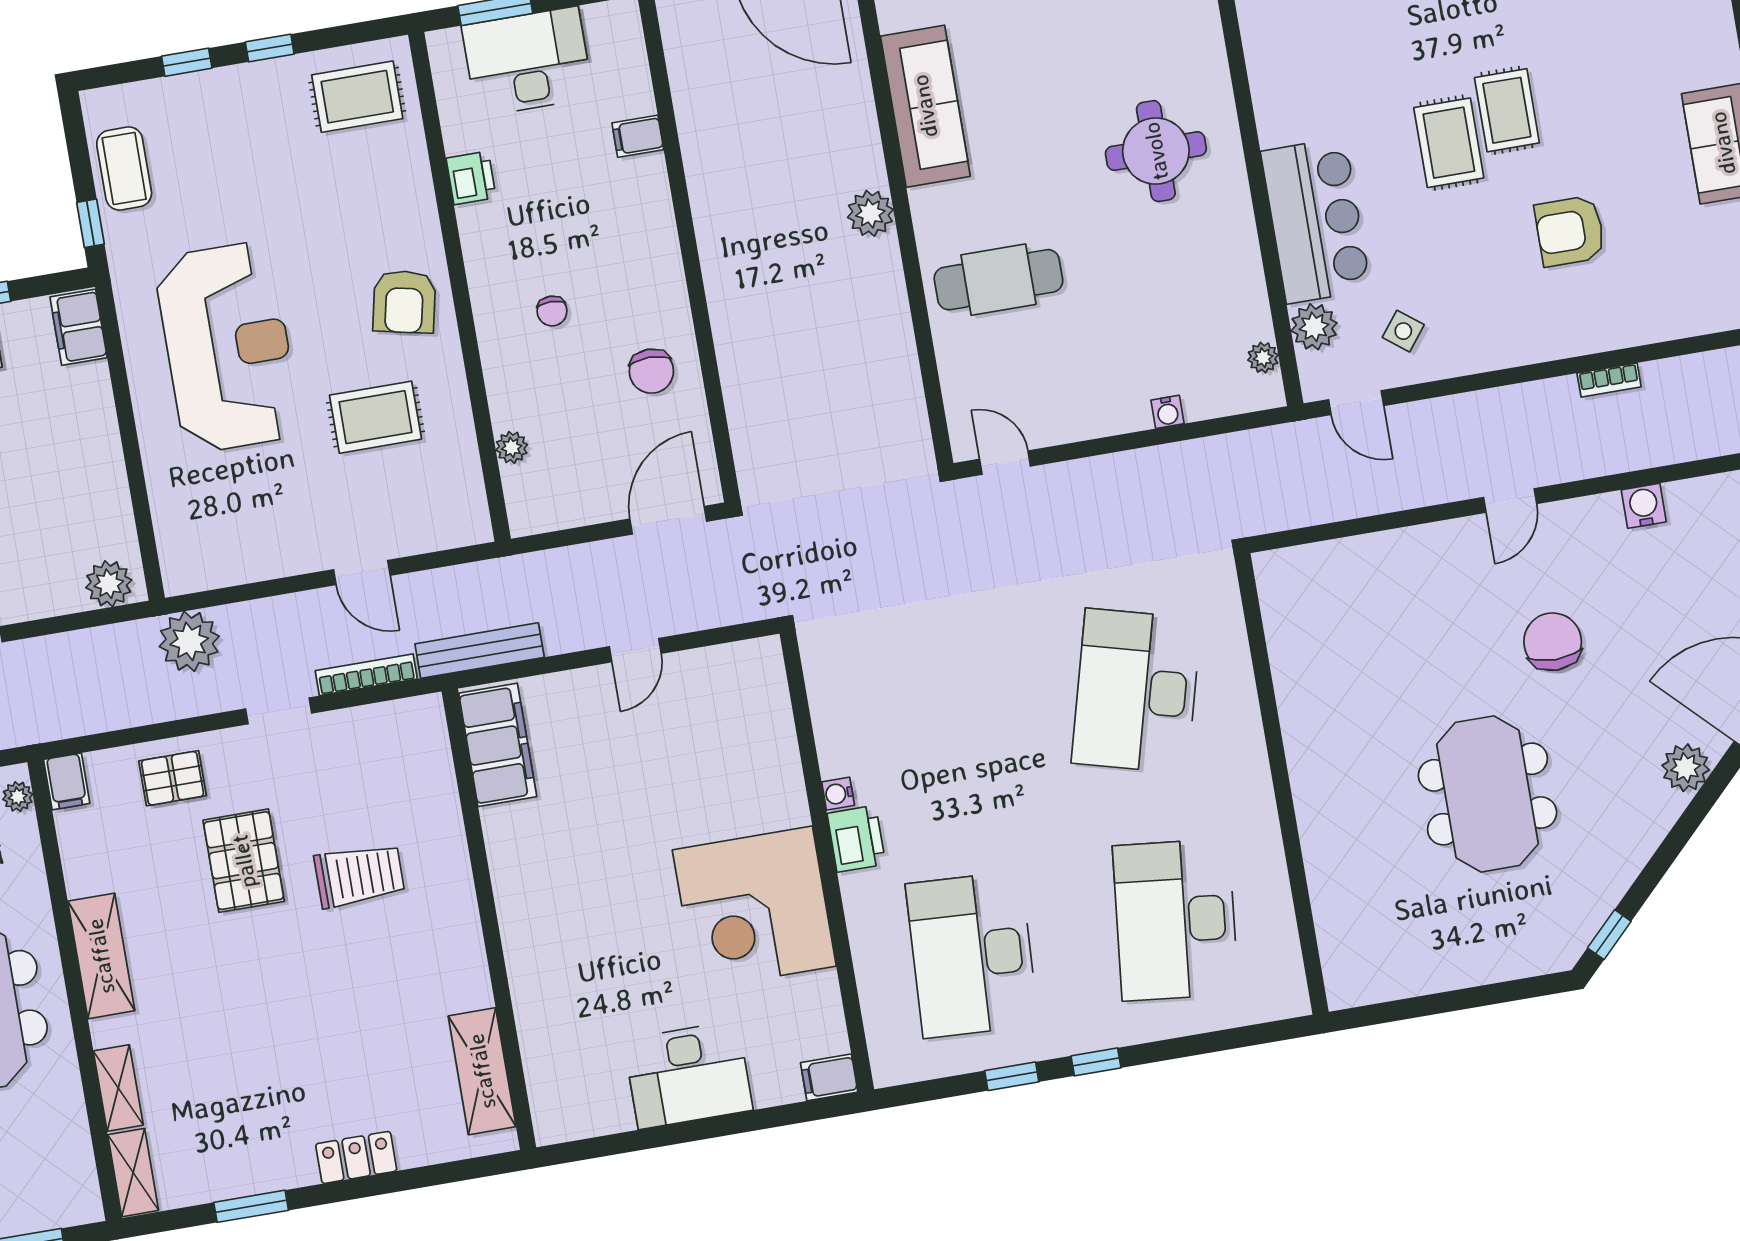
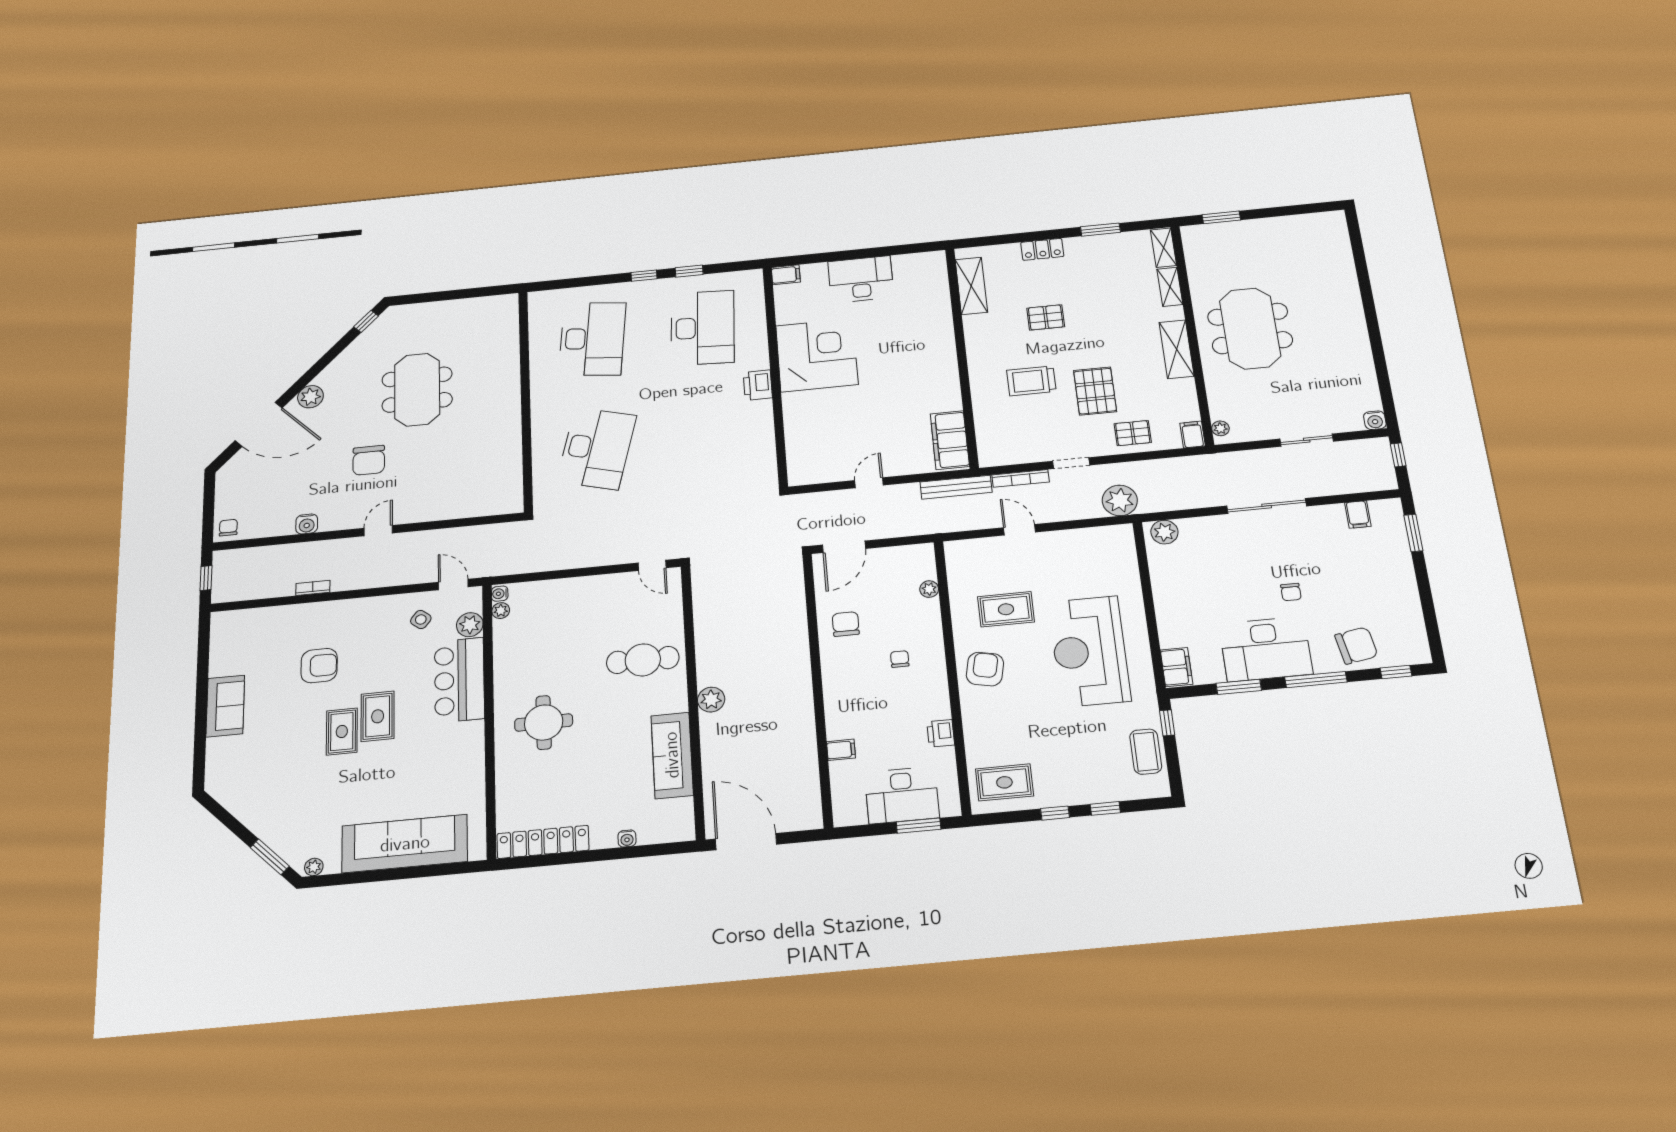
water cooler: (1168, 412) -> (500, 594), moved, turned -90
water cooler: (838, 794) -> (765, 407), removed
pallet: (341, 1011) -> (1046, 317), added

